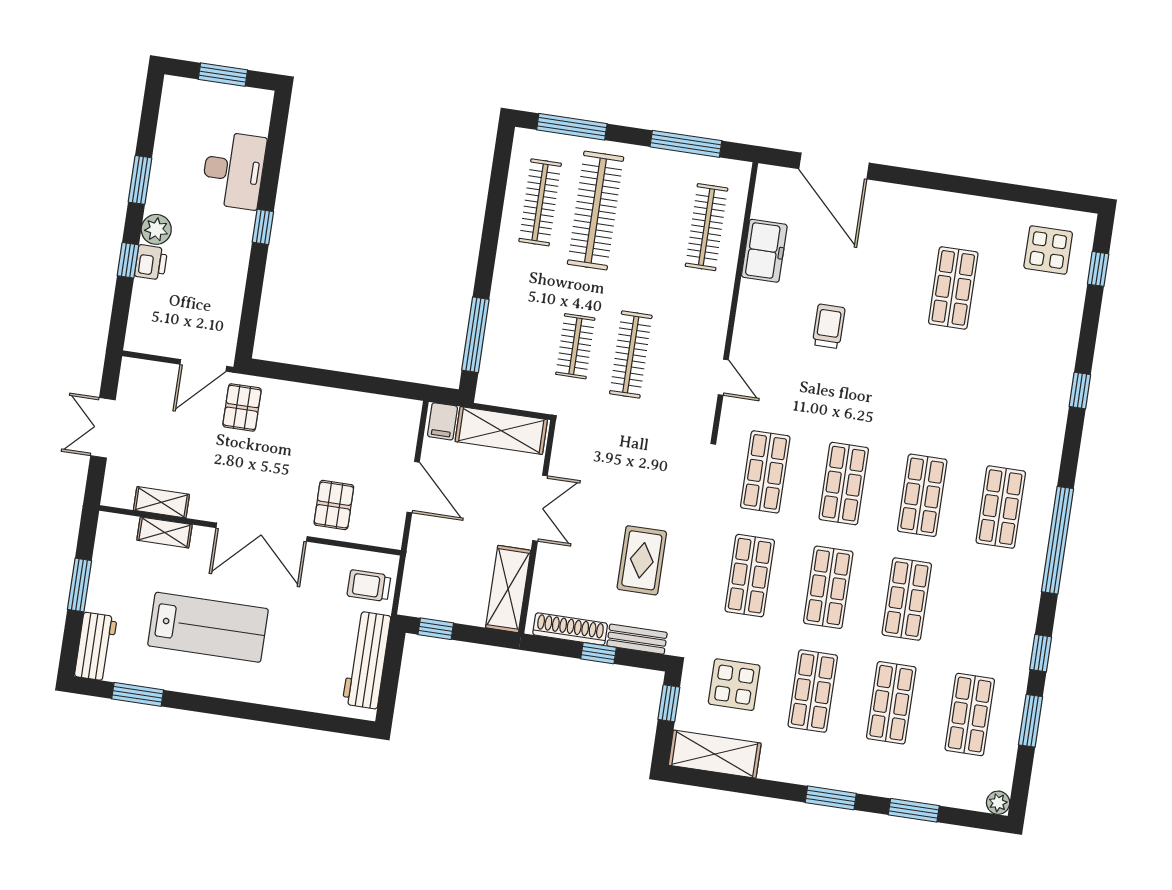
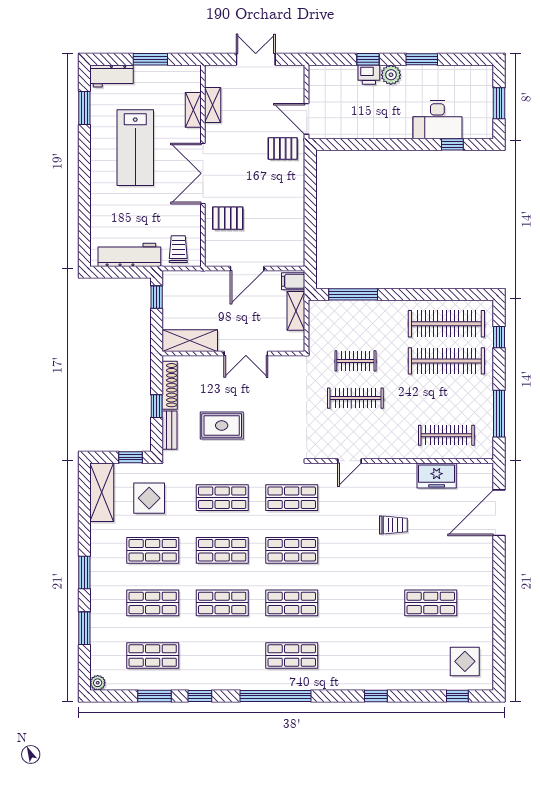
window: (572, 127) -> (499, 337), width x0.46
clothes rail: (540, 202) -> (446, 324), width x1.37, depth x1.31
window: (263, 227) -> (452, 144), moved
shelving: (501, 431) -> (296, 311), width x0.67, depth x0.75

